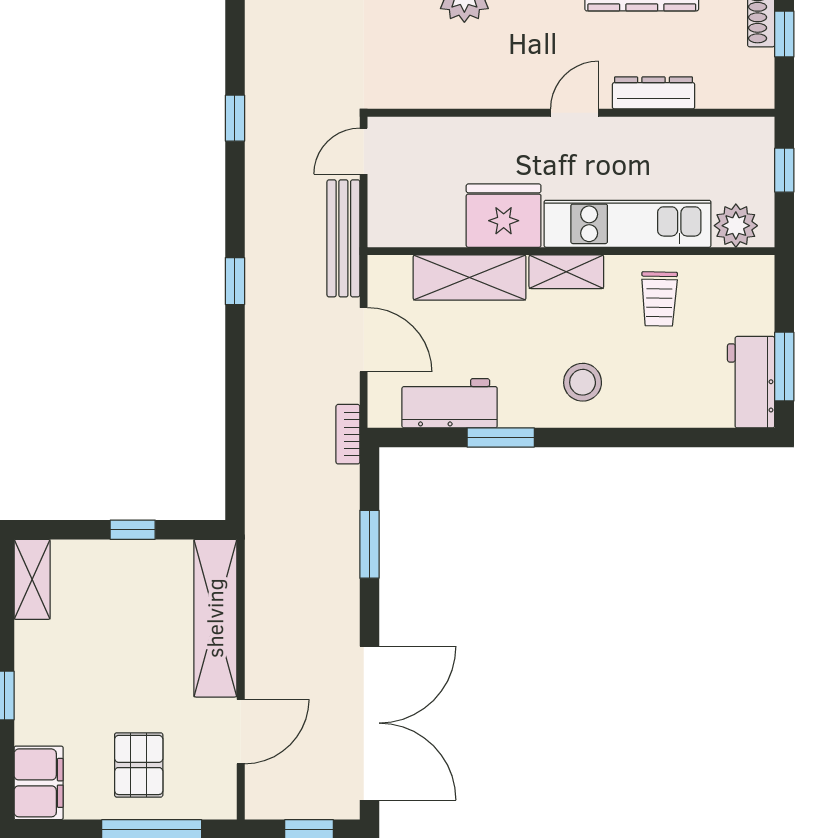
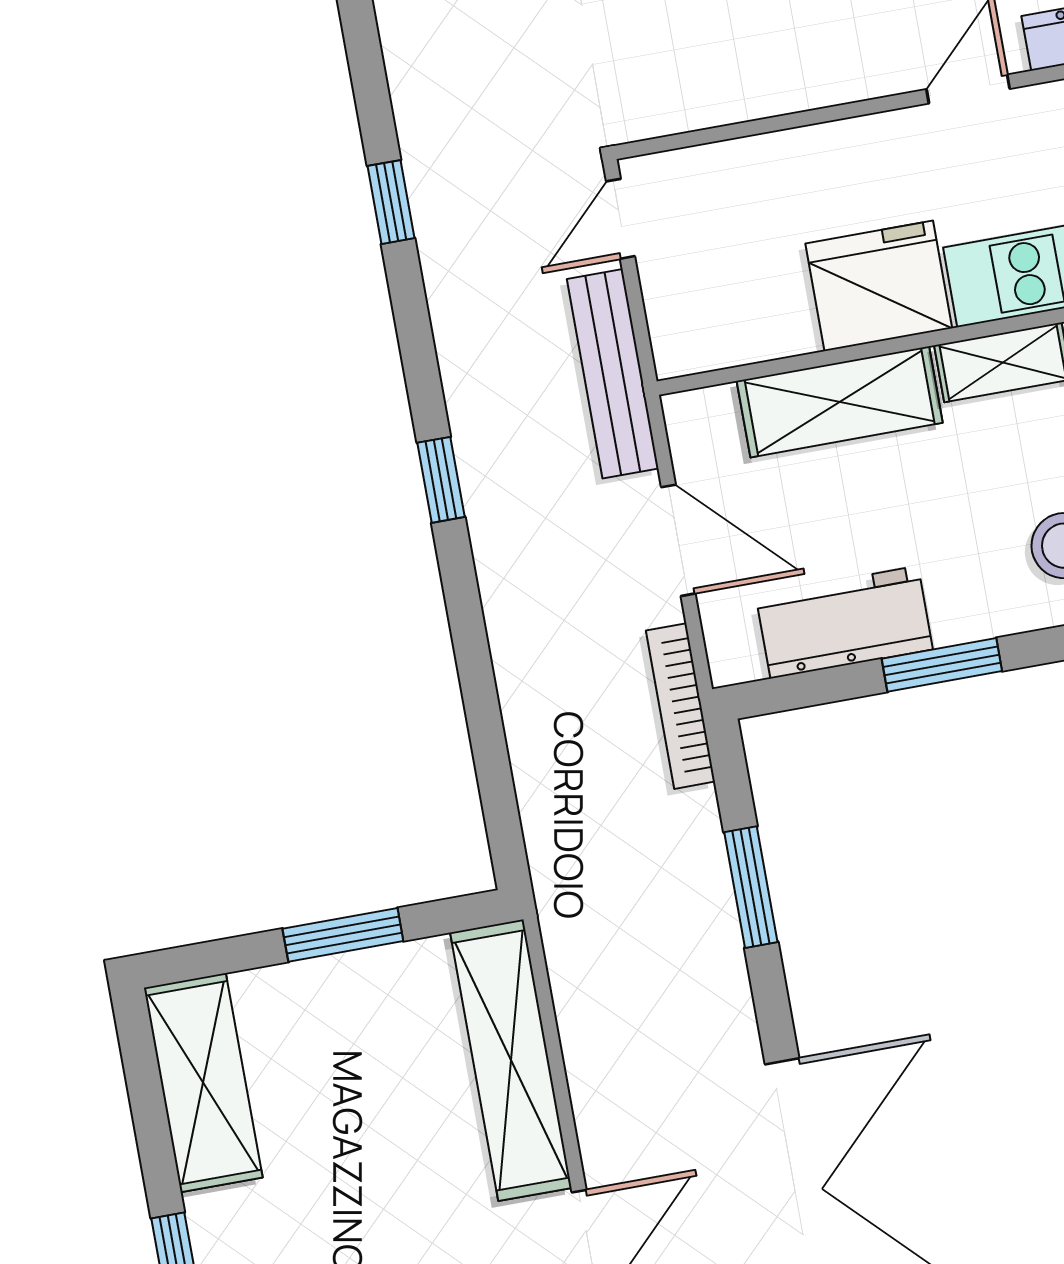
bookcase: (348, 434) -> (680, 706), width x1.56
window: (133, 530) -> (343, 935), width x1.50
shelving: (32, 579) -> (203, 1083), width x1.50, depth x1.33

